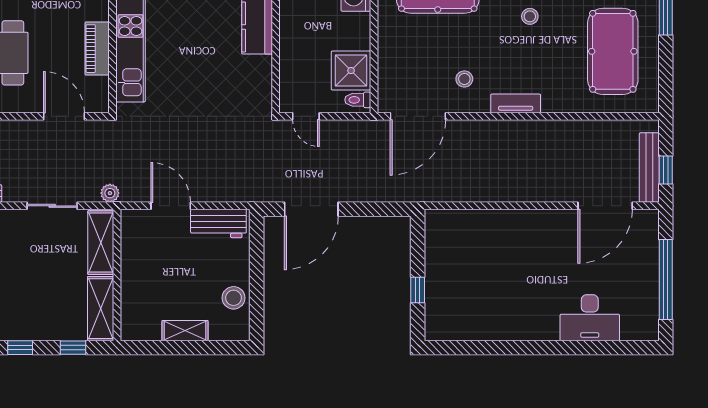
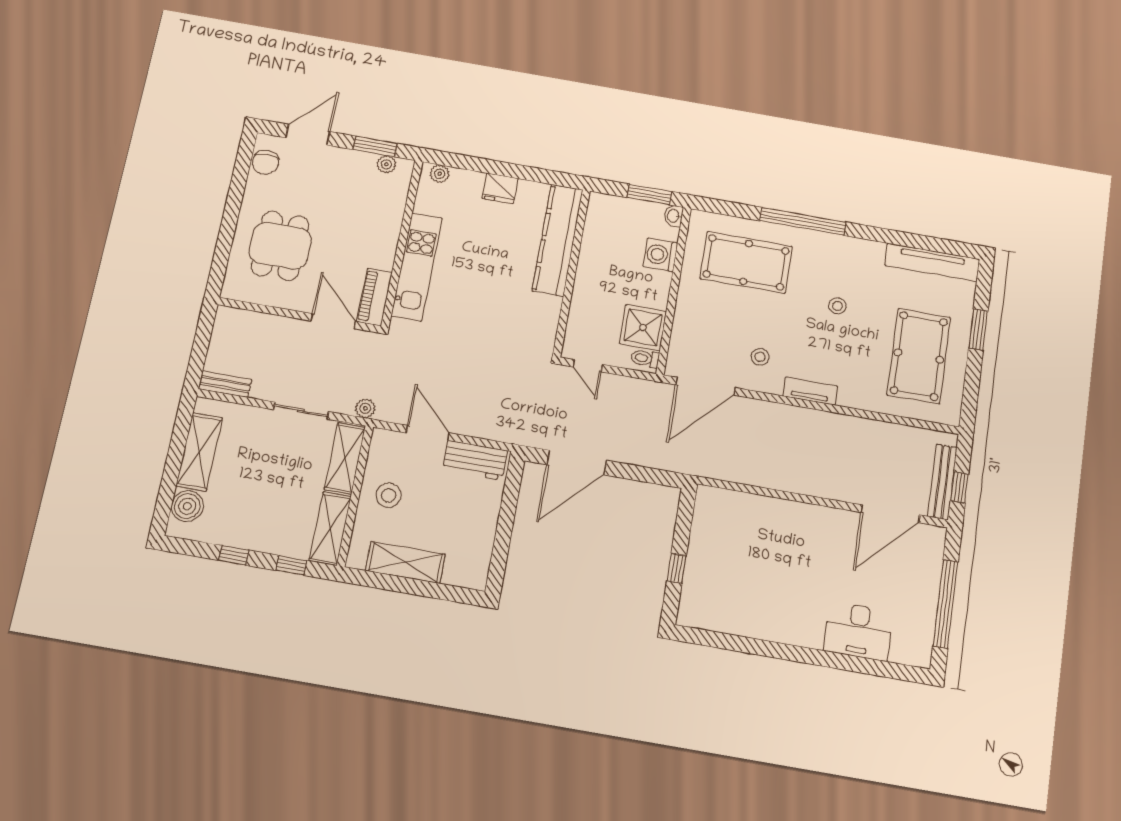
piano: (97, 49) -> (374, 297), moved
stool: (234, 298) -> (389, 495), moved
shelving: (185, 331) -> (405, 562), width x1.50, depth x1.33

